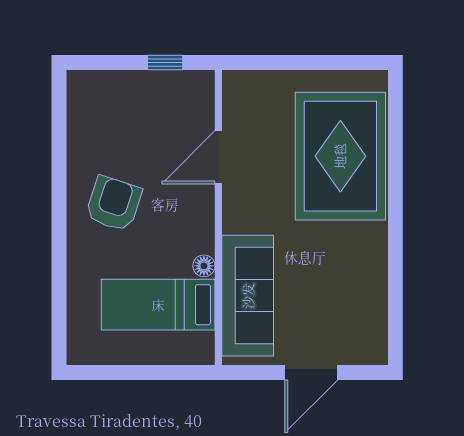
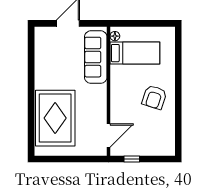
door: (218, 157) -> (109, 136), moved
floor lamp: (204, 266) -> (115, 36), moved

